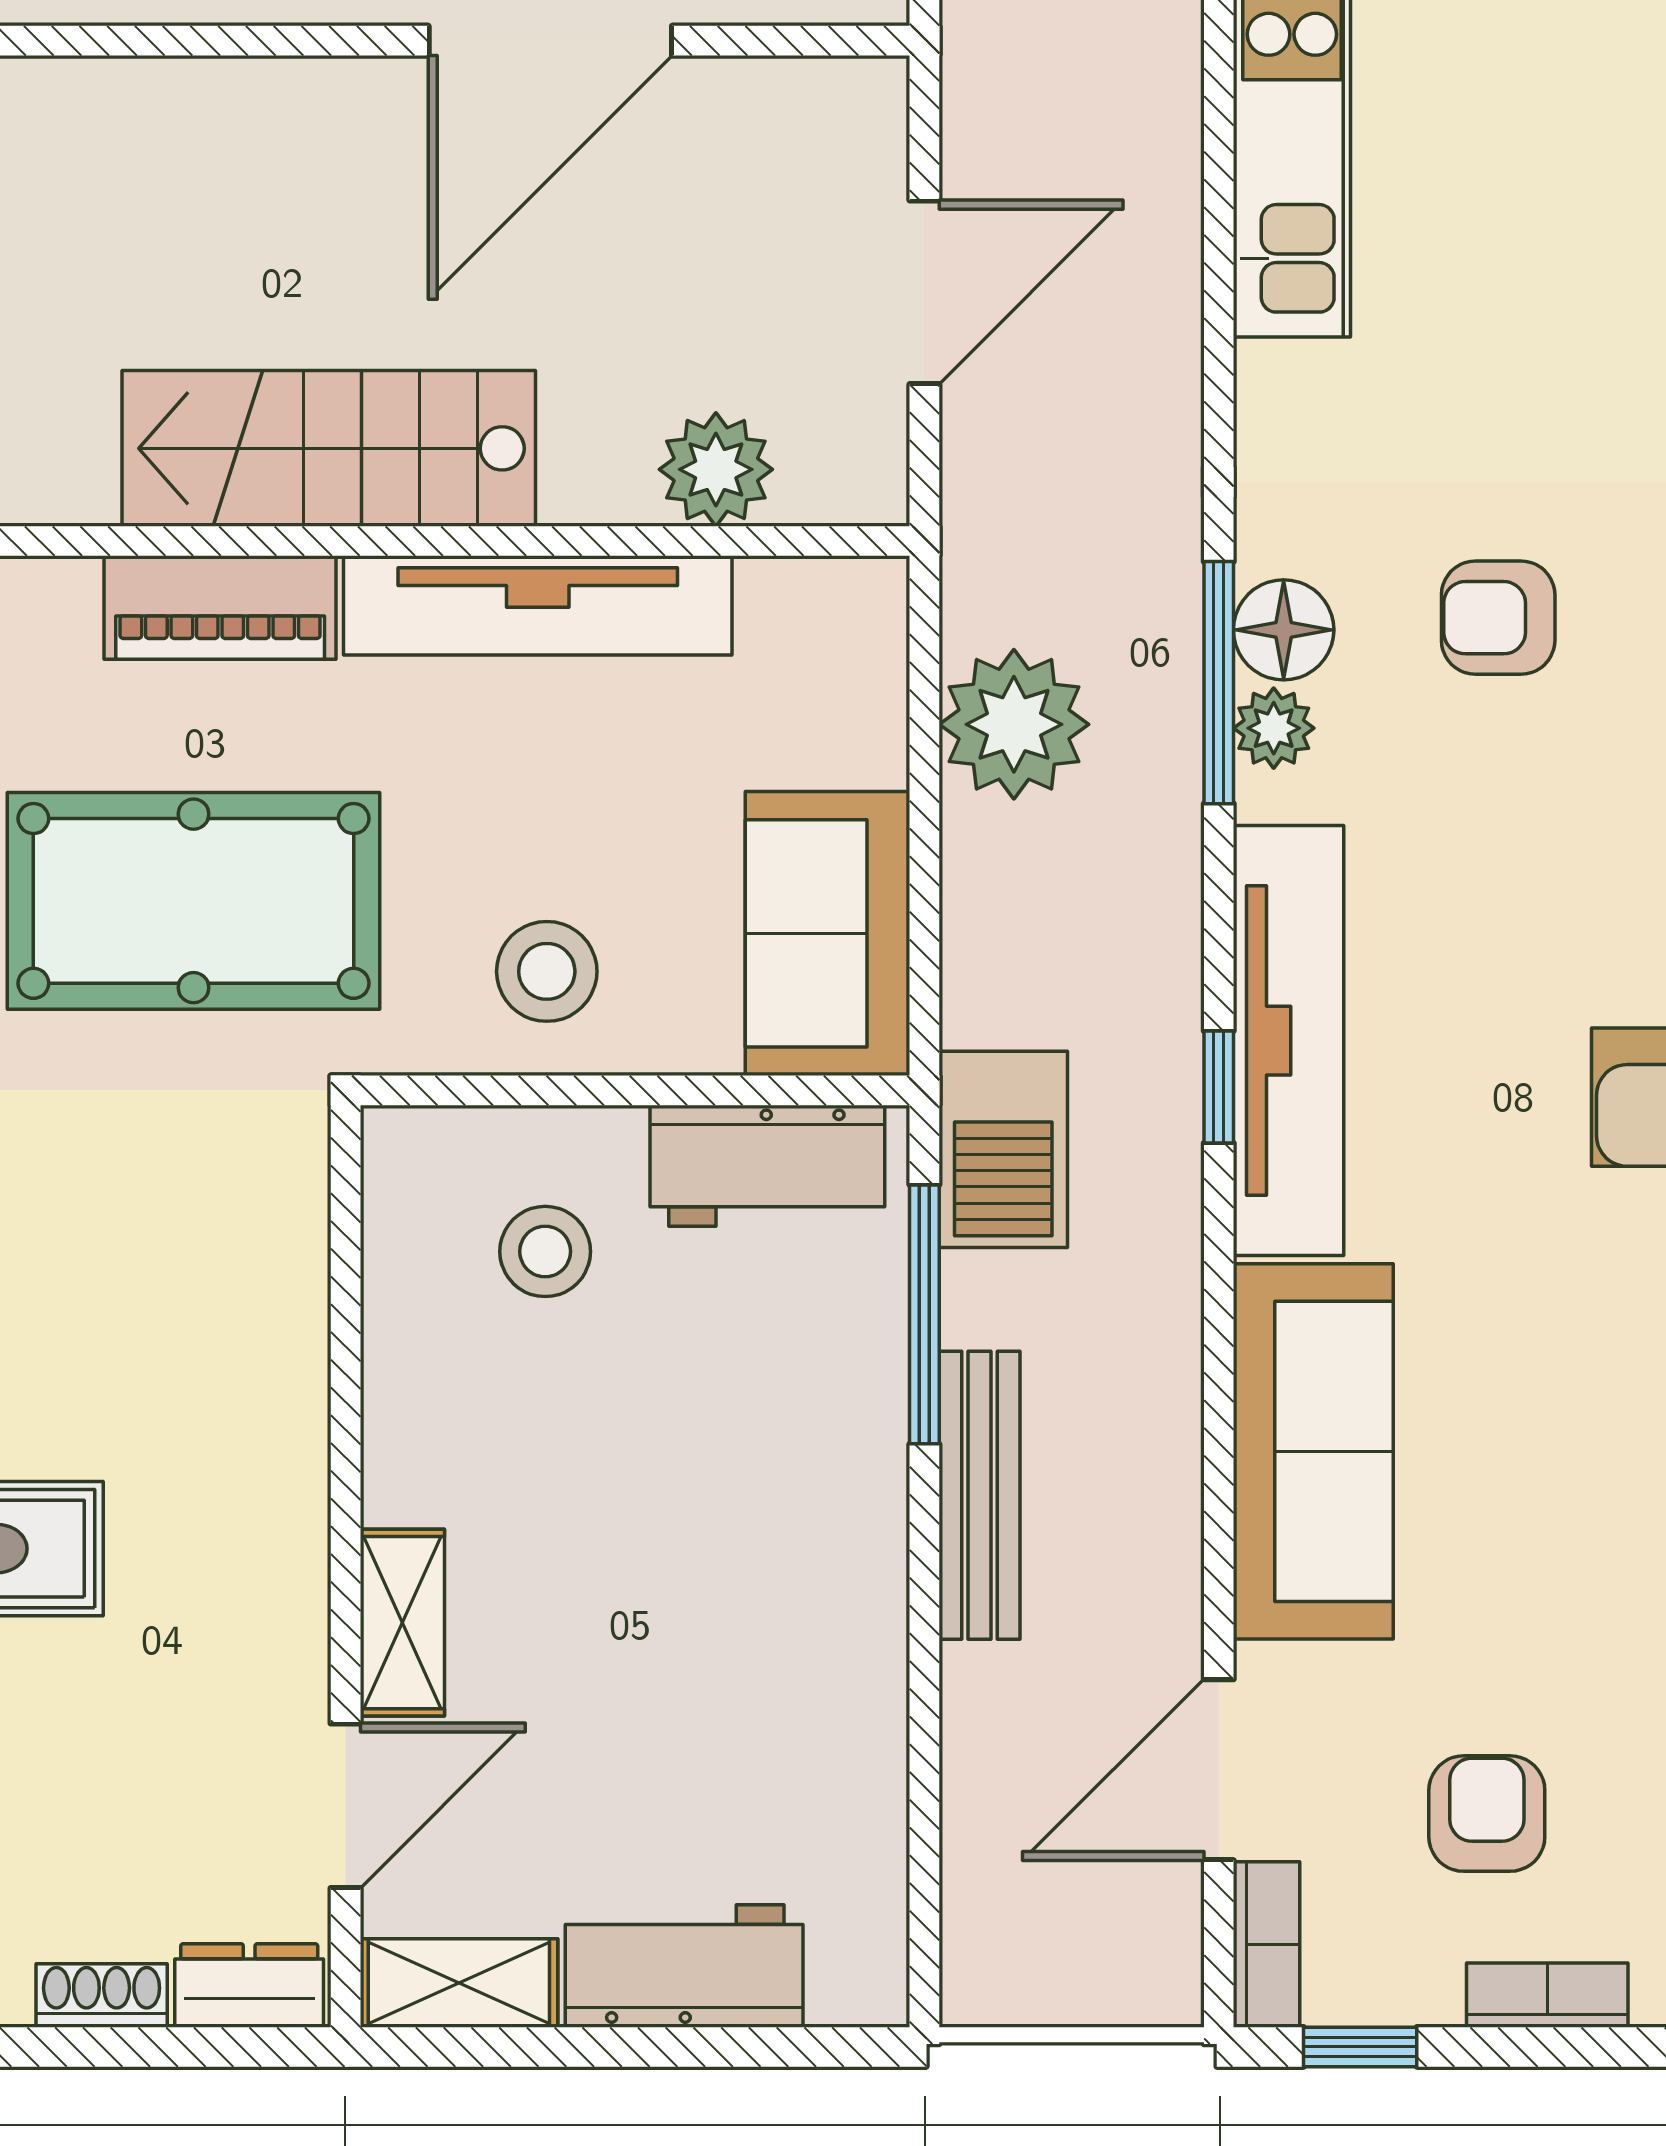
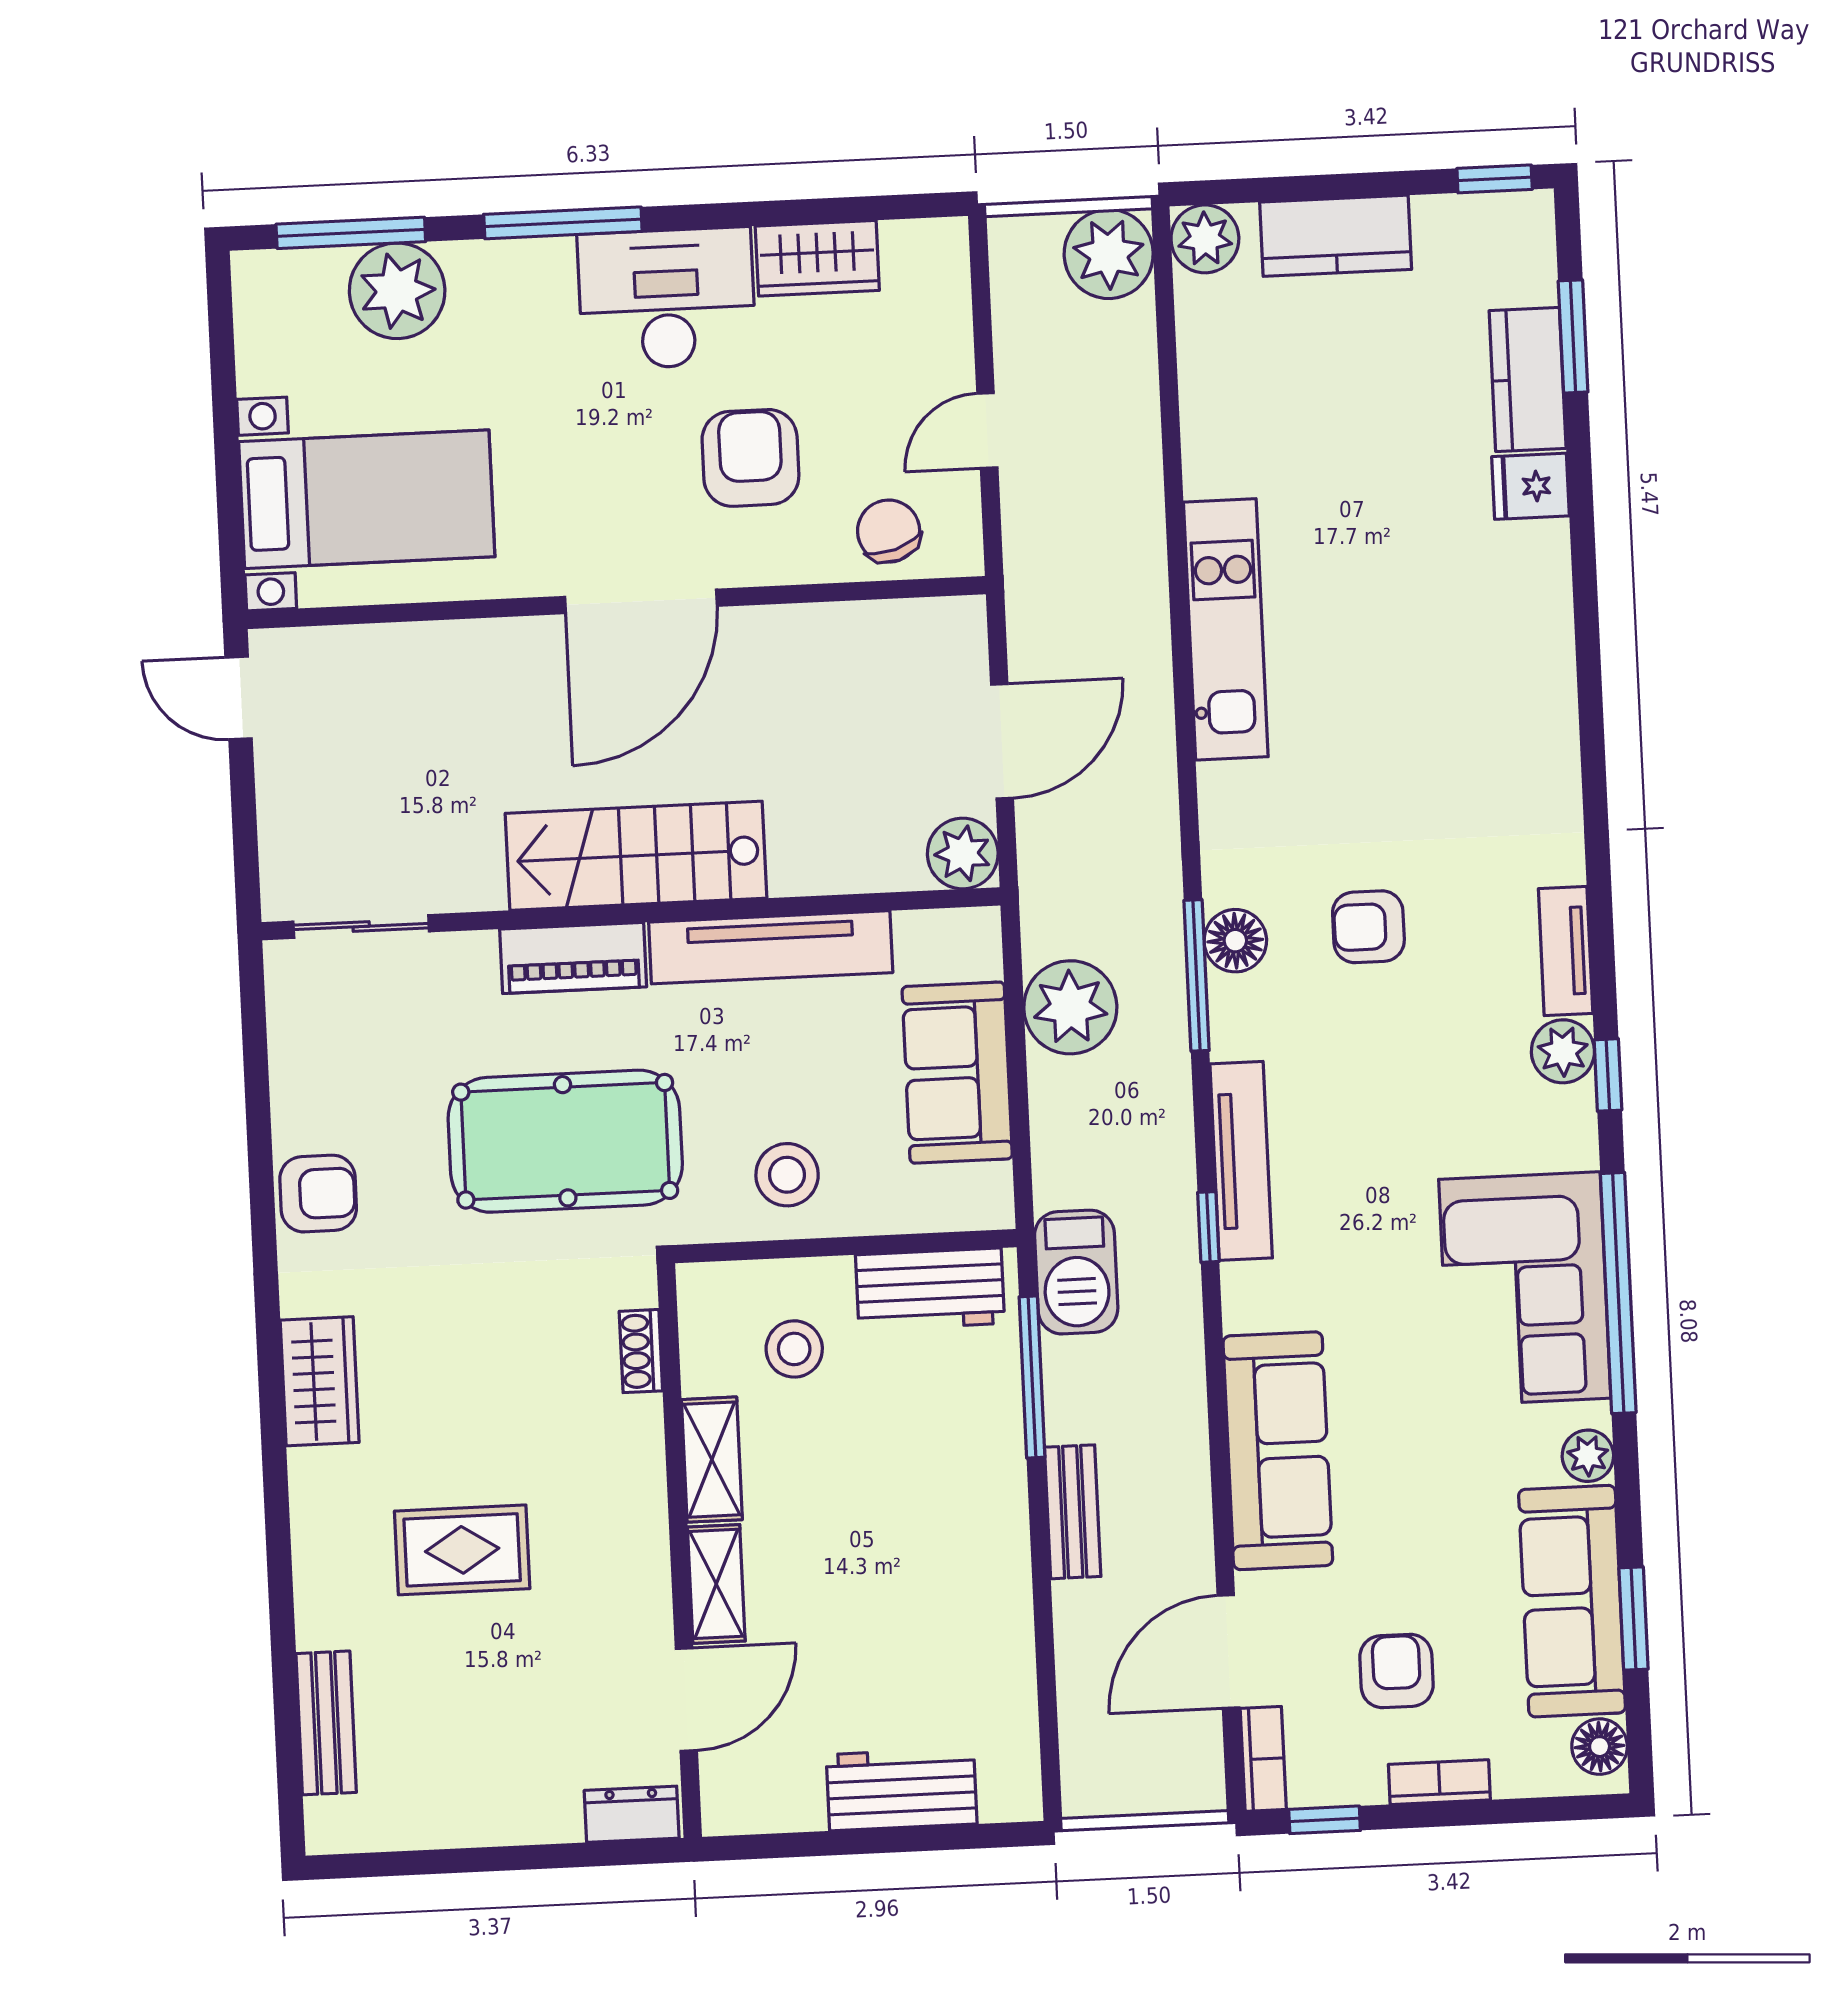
door: (550, 41) -> (641, 601), moved
plant: (716, 469) -> (963, 854), moved
plant: (1274, 728) -> (1232, 1002), removed
sofa: (827, 933) -> (957, 1073), moved
tv unit: (1288, 1041) -> (1241, 1161), width x0.73, depth x0.78
bench: (980, 1495) -> (1073, 1512), width x0.73
shelving: (459, 1983) -> (712, 1460), moved, turned 90
shoe rack: (102, 1995) -> (641, 1351), moved, turned -90

